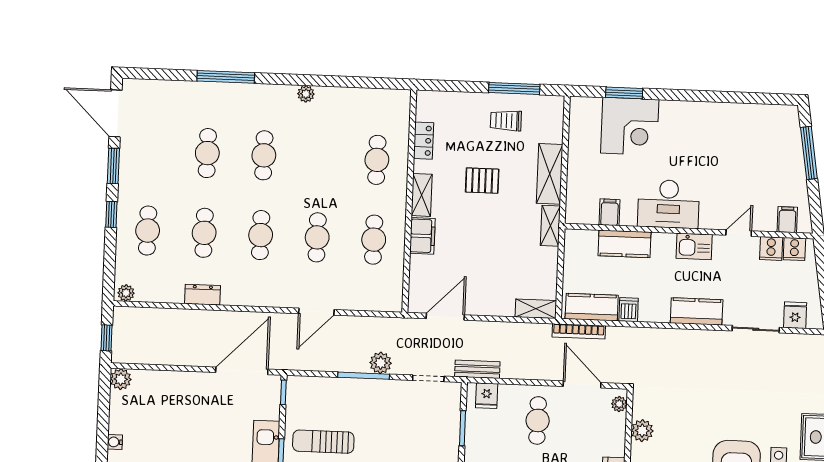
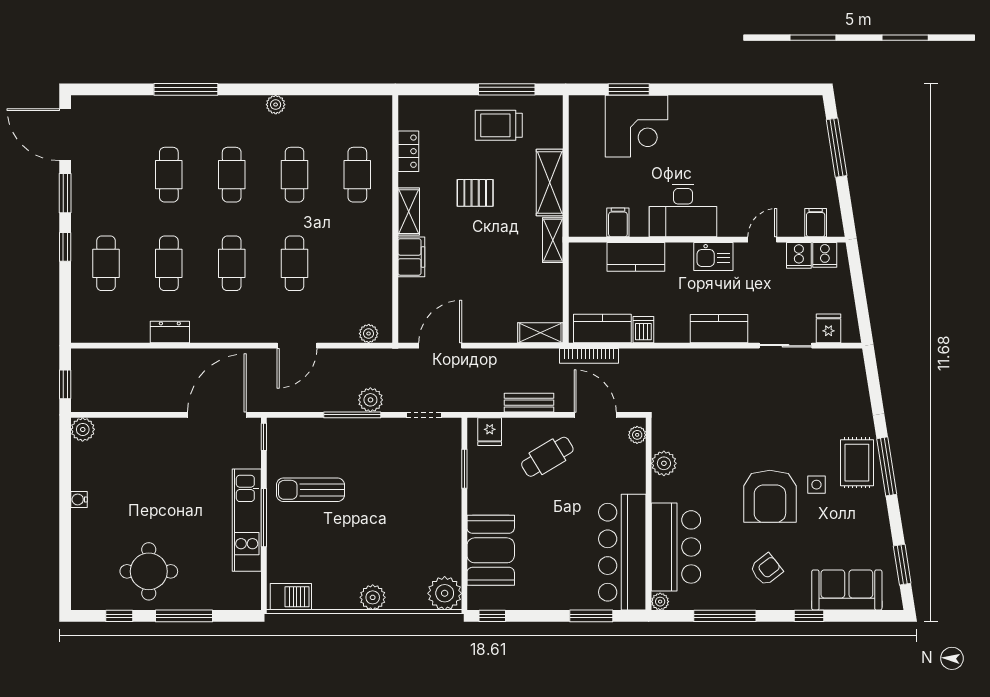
trolley: (506, 121) -> (499, 125), width x1.36, depth x1.39
cafe table: (374, 240) -> (295, 175), moved
plant: (126, 293) -> (369, 334), moved
bench: (477, 369) -> (529, 403), moved
cafe table: (538, 420) -> (547, 457), turned 59

